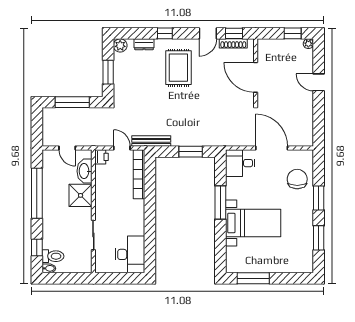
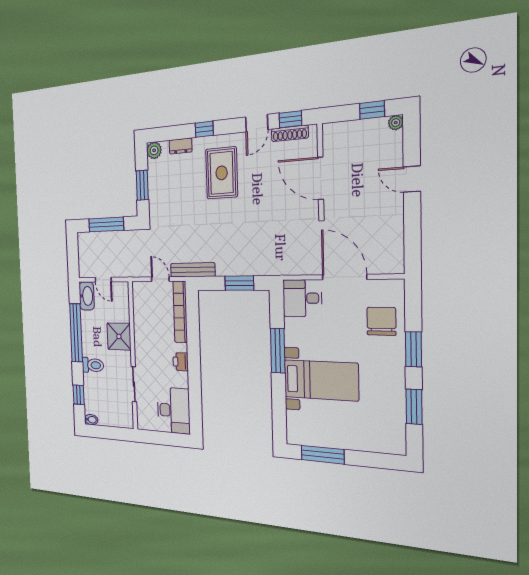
printer: (102, 157) -> (181, 362), moved, turned 180
washbasin: (84, 171) -> (87, 296), moved, turned 180
toilet: (53, 256) -> (93, 365), moved

